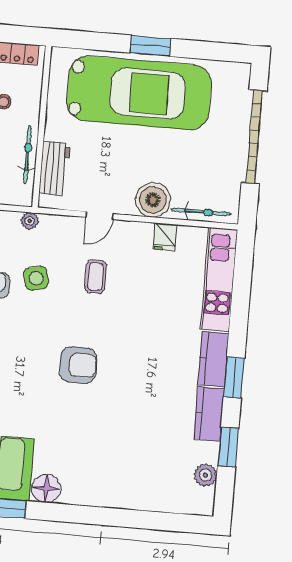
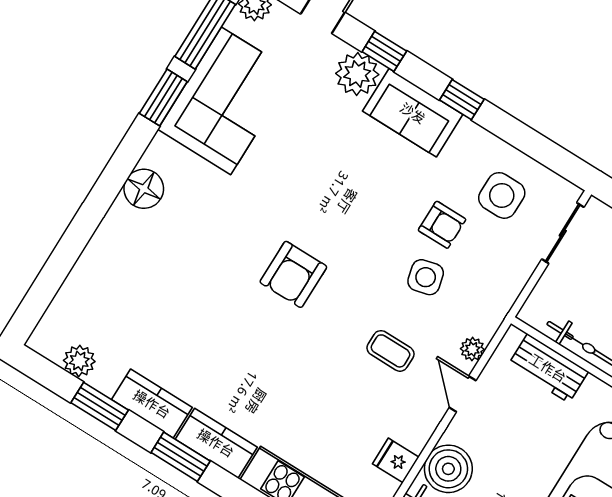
plant: (30, 221) -> (472, 349), moved
floor lamp: (46, 488) -> (144, 189), moved

